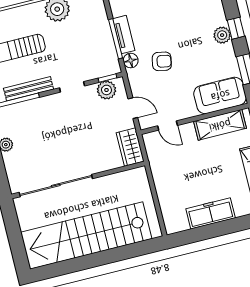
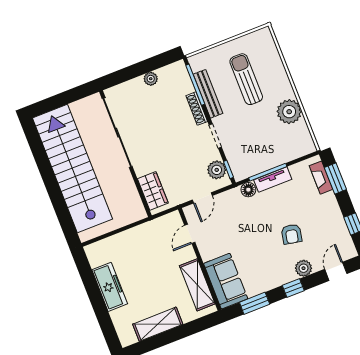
plant: (222, 35) -> (303, 268), moved
armchair: (162, 61) -> (292, 234), moved
shoe rack: (42, 102) -> (197, 109), added
wardrobe: (130, 147) -> (153, 191), moved, turned 90

